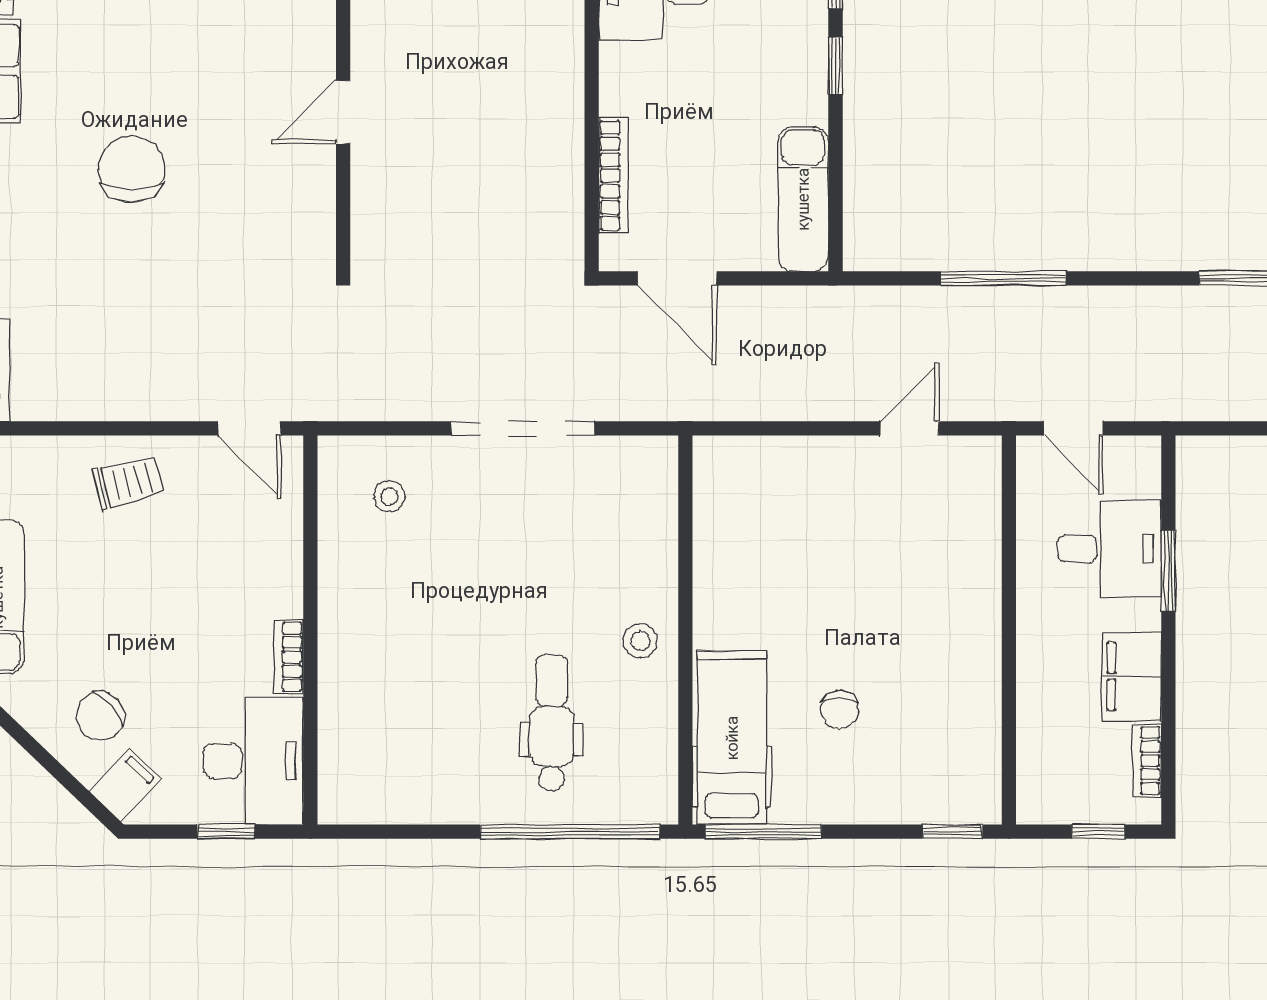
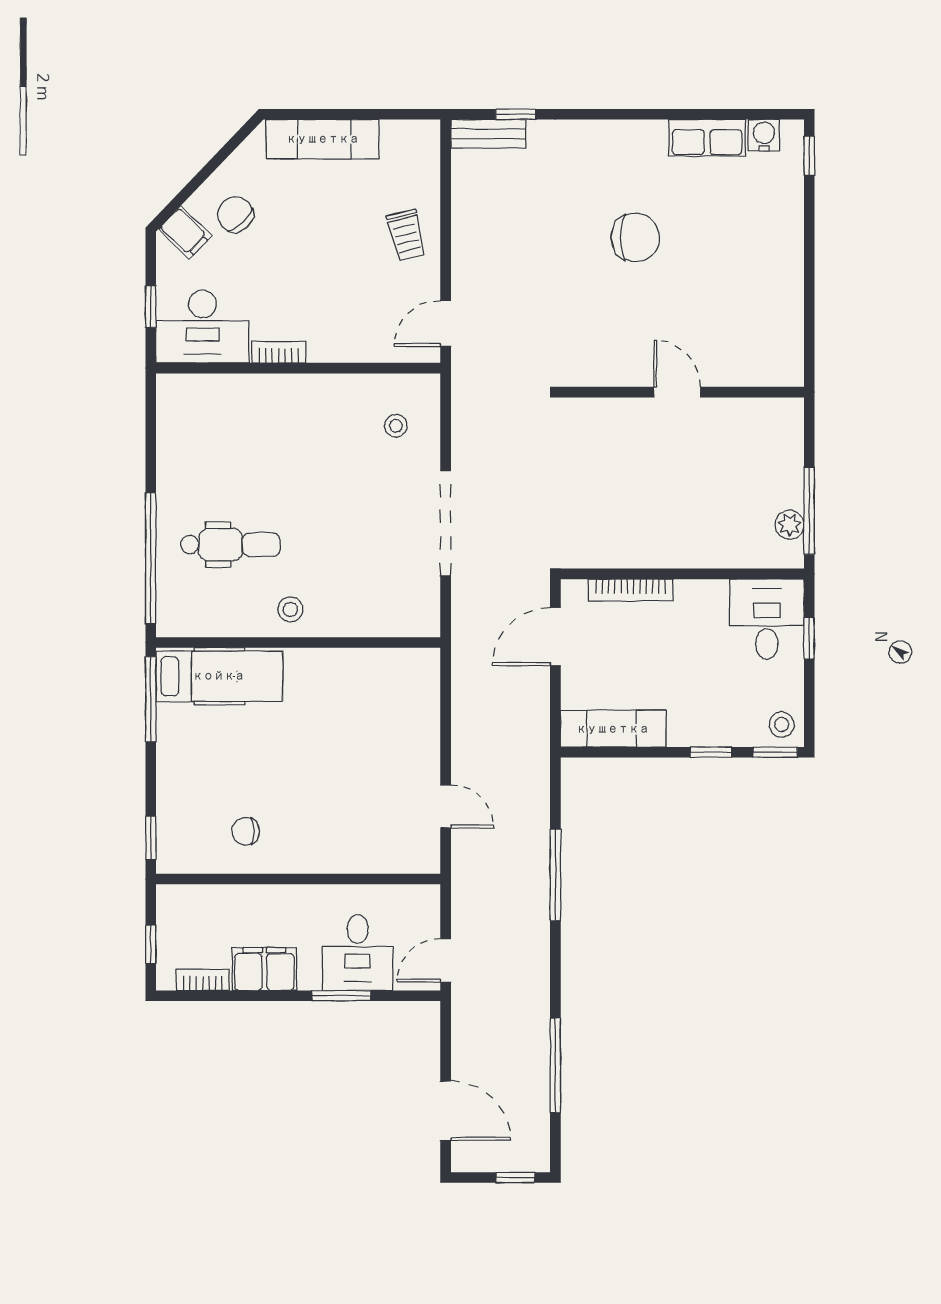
door: (1073, 428) -> (446, 960), moved
chair: (840, 710) -> (246, 831), moved

